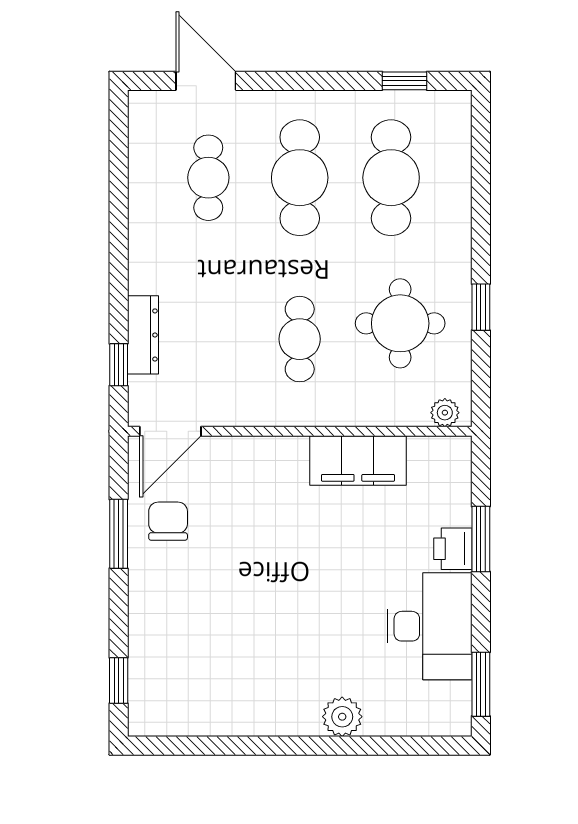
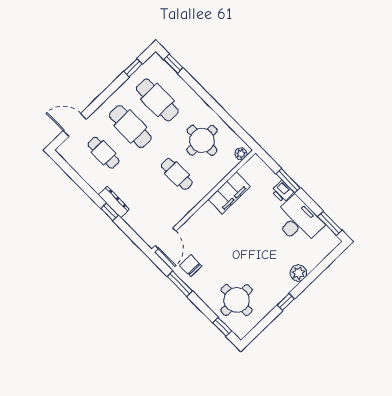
window: (481, 307) -> (173, 64), moved
dresser: (143, 335) -> (114, 202), moved
window: (119, 365) -> (109, 212), moved
round table: (189, 659) -> (237, 300), added
window: (271, 746) -> (286, 302), added

